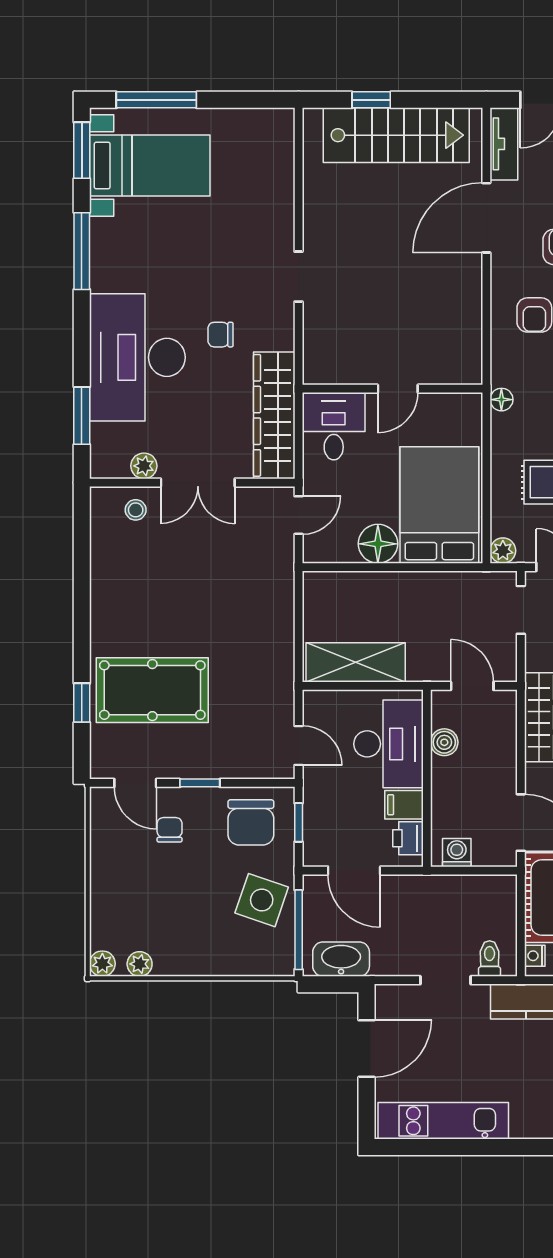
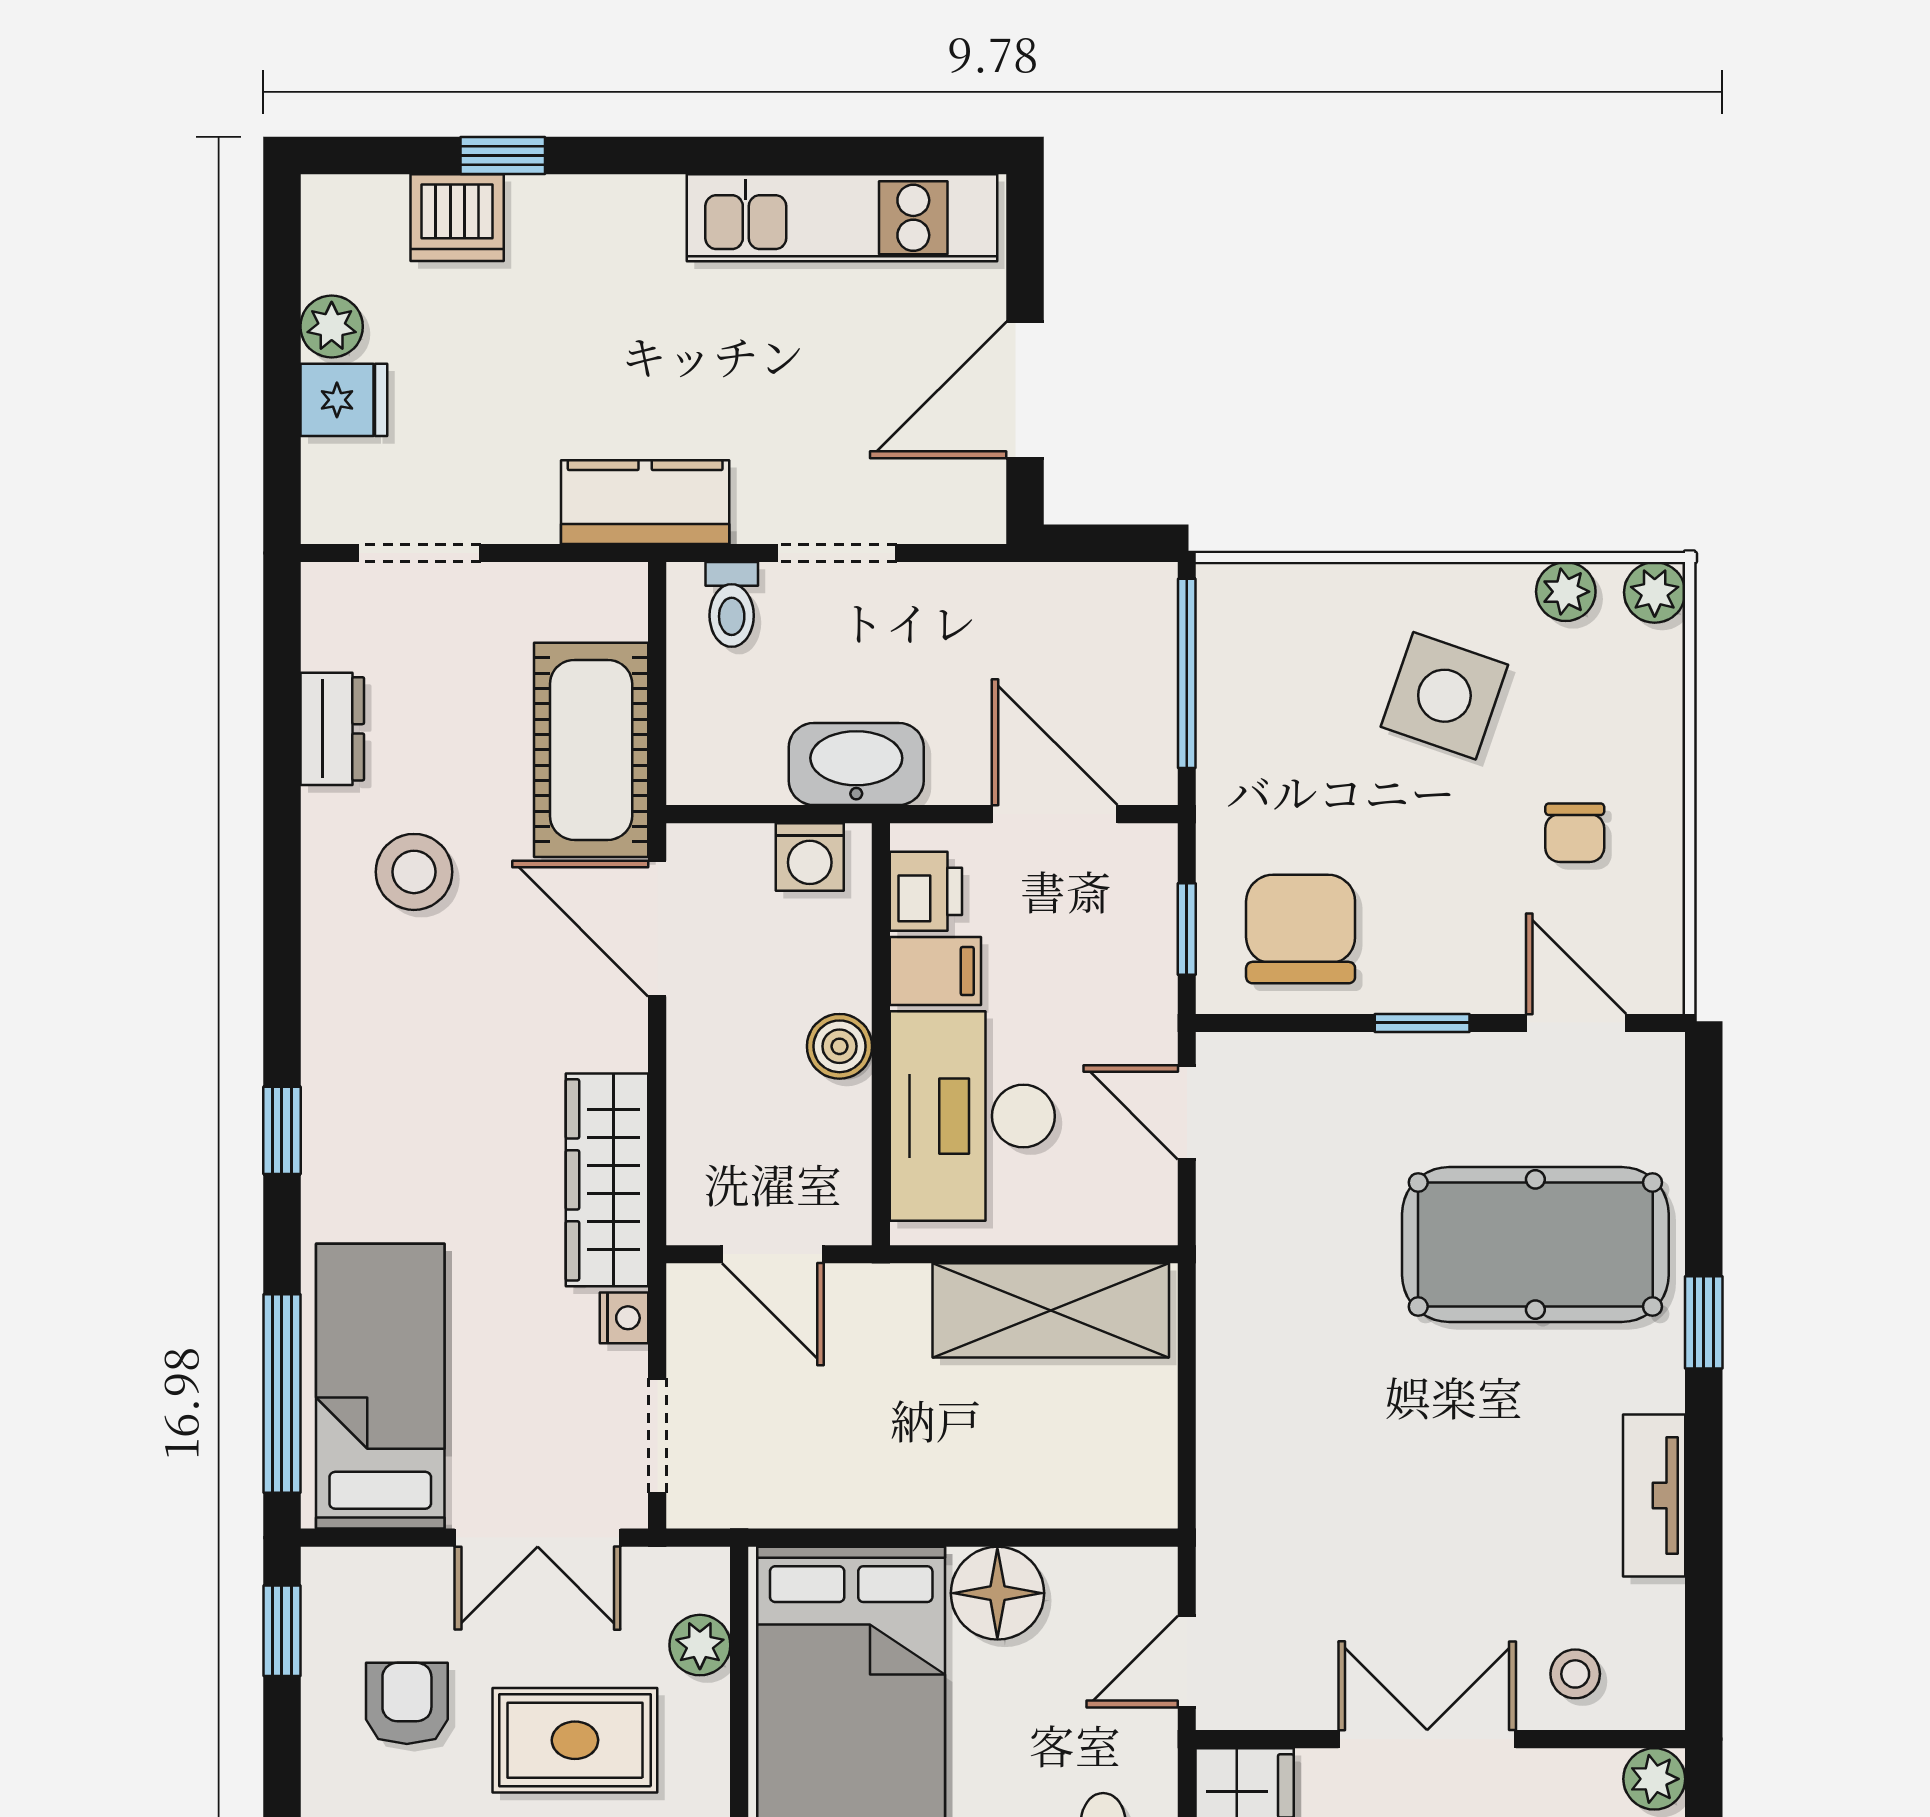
plant: (144, 466) -> (1654, 1779), moved
plant: (503, 551) -> (700, 1645), moved
tv unit: (103, 585) -> (1654, 1496), added
window: (82, 703) -> (1704, 1322), moved
boiler: (444, 742) -> (839, 1046), moved
chair: (170, 830) -> (1575, 833), moved
side table: (262, 900) -> (1444, 696), moved
nightstand: (535, 956) -> (624, 1318), moved
washbasin: (341, 959) -> (856, 764), moved, turned 180

